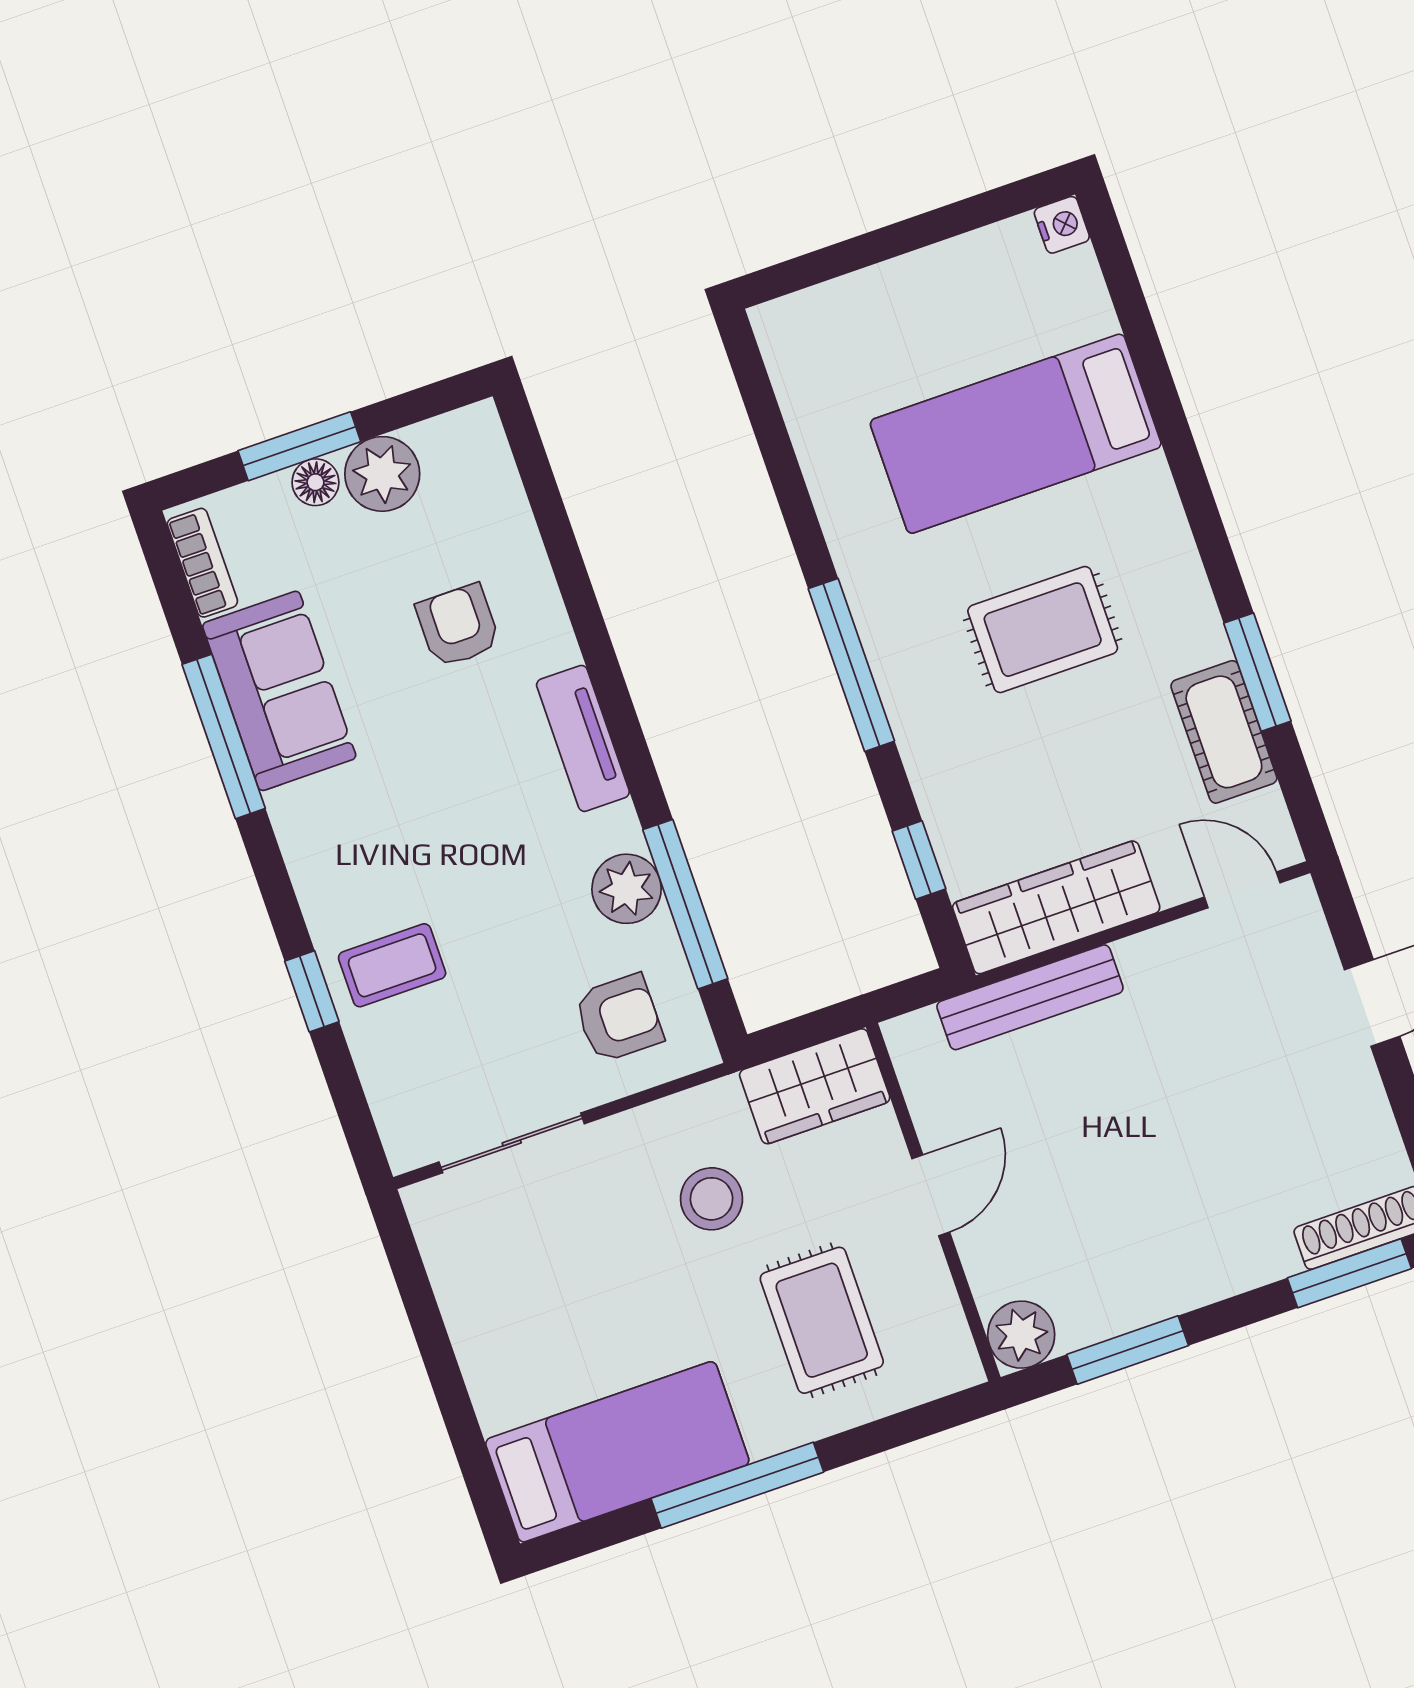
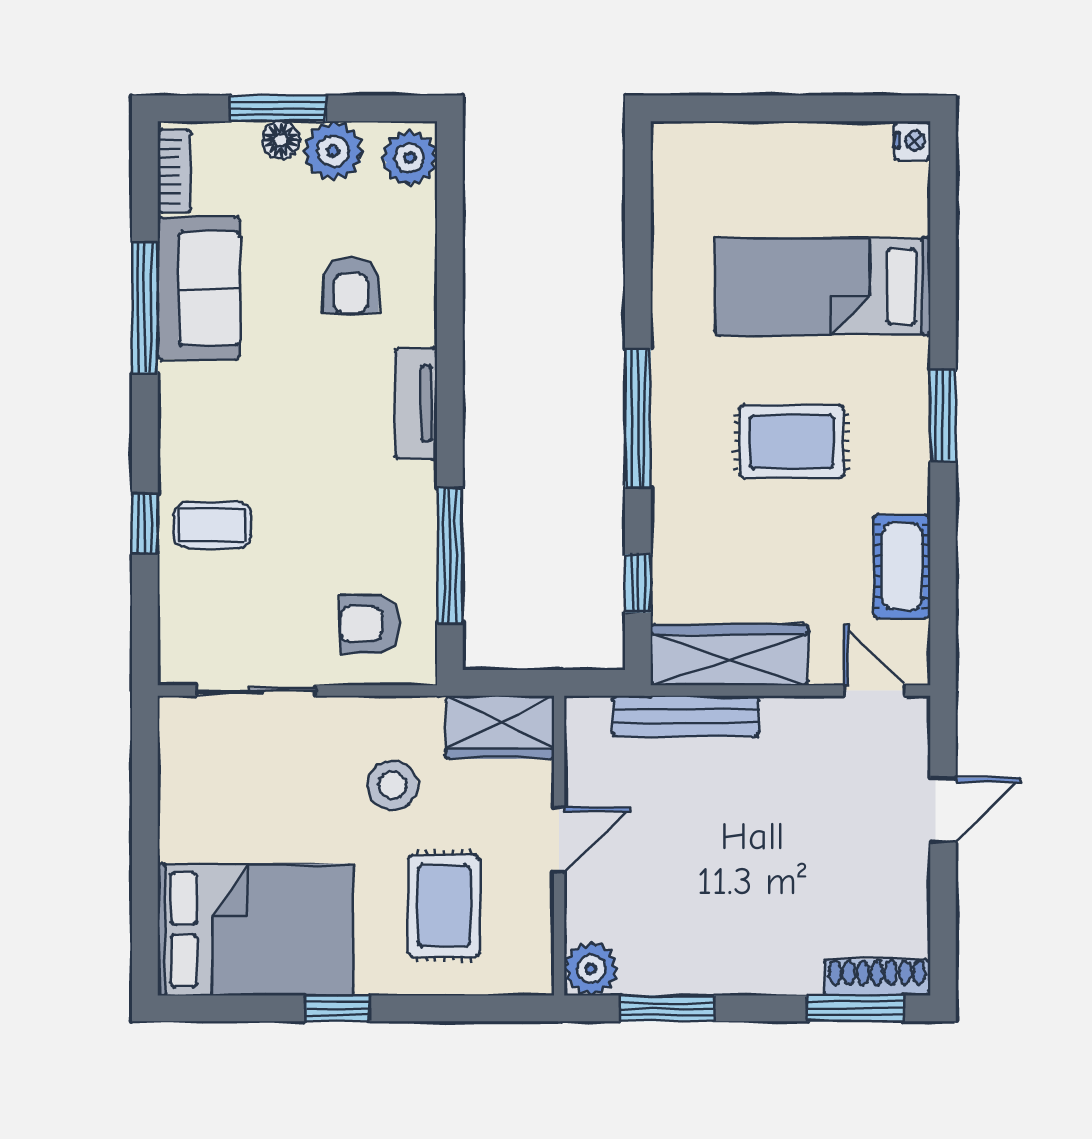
armchair: (458, 626) -> (351, 286), turned 180
window: (1257, 672) -> (943, 415), moved
plant: (627, 889) -> (409, 158), moved
armchair: (619, 1018) -> (370, 624), turned 180
bed: (617, 1452) -> (255, 930), width x1.50
window: (737, 1485) -> (337, 1008), width x0.46

